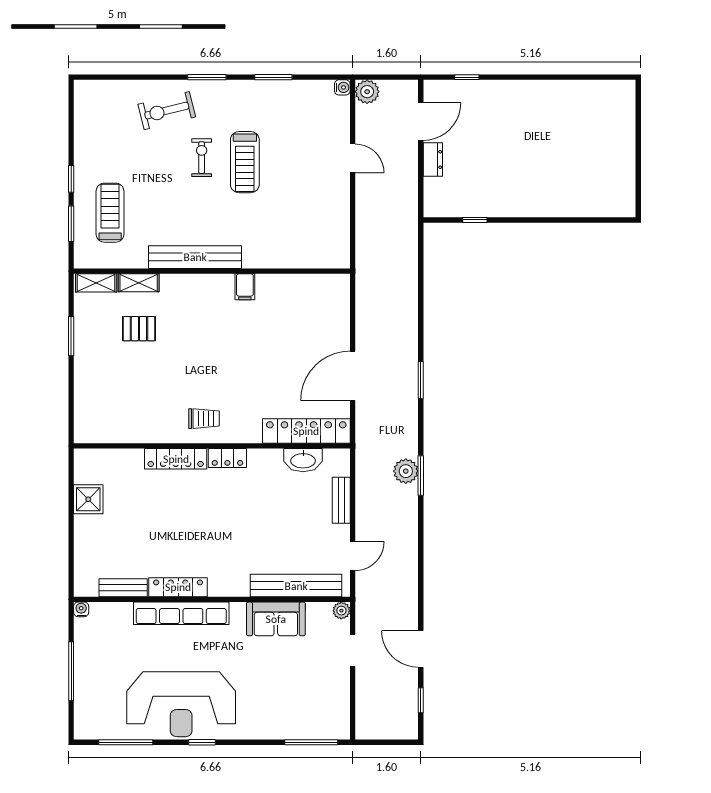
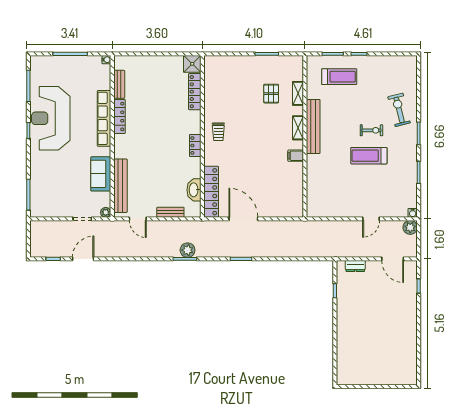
dresser: (433, 159) -> (355, 266), moved
shelving: (96, 283) -> (298, 128), moved
locker: (176, 459) -> (195, 92), moved
shower: (88, 499) -> (192, 64), moved

